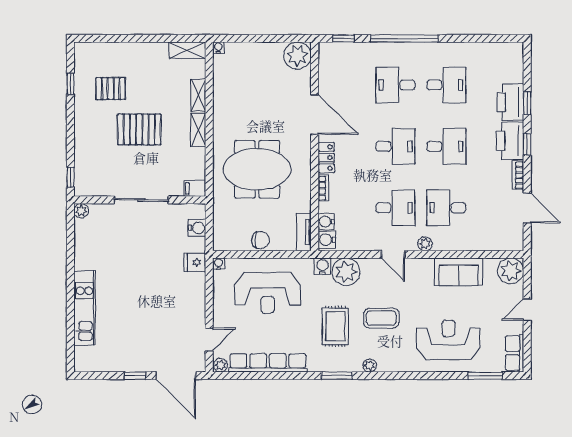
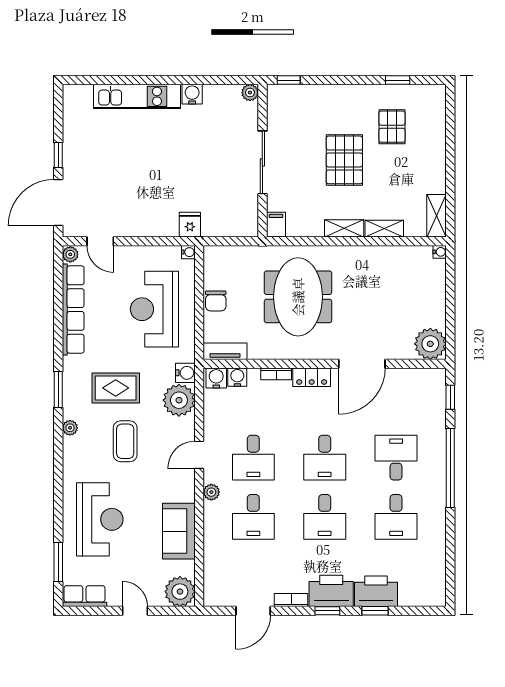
desk: (446, 208) -> (253, 517), turned 180
water cooler: (197, 228) -> (192, 94), moved, turned 180

